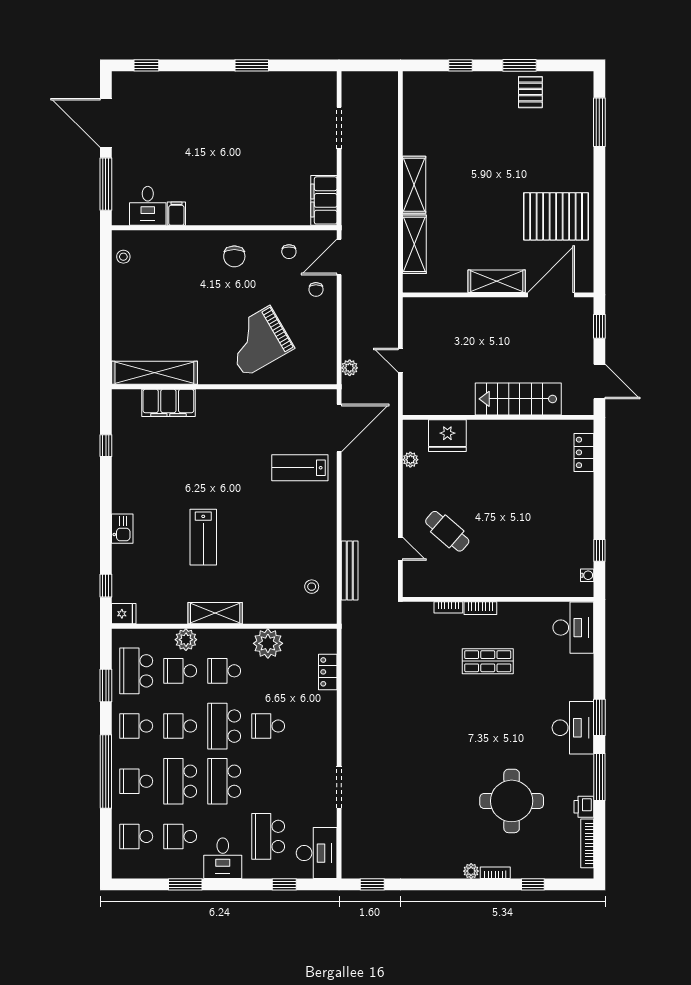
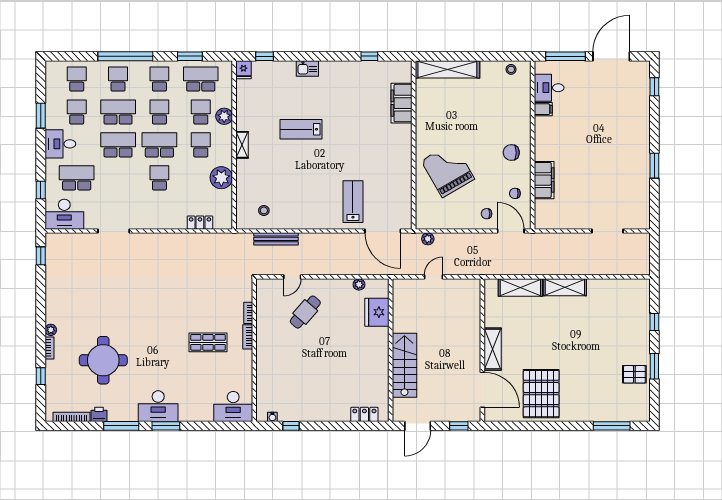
filing cabinet: (324, 200) -> (544, 180), moved, turned 90
shelving: (154, 373) -> (447, 69), moved, turned 90
shelving: (215, 613) -> (242, 145), width x0.67, depth x0.75
shop shelf: (488, 661) -> (208, 342), turned 90

